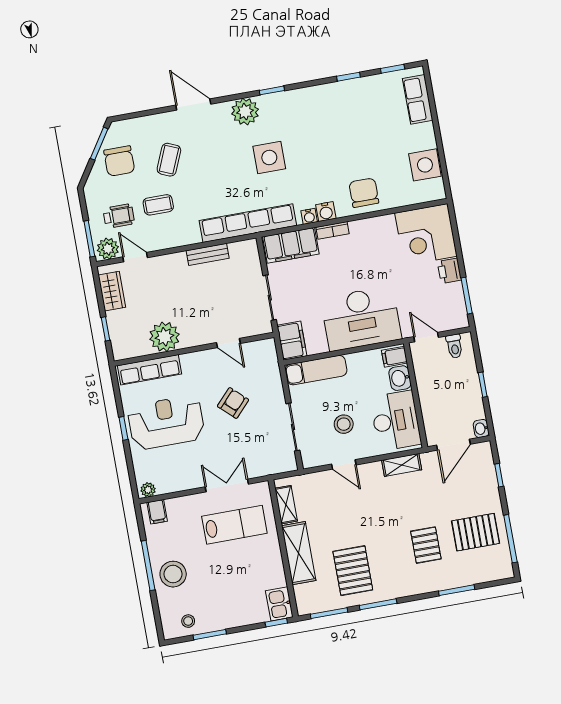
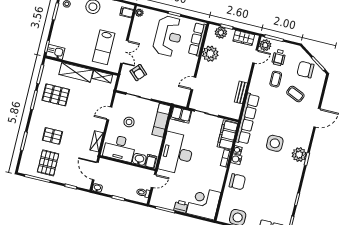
plant: (245, 112) -> (299, 155), moved
plant: (120, 334) -> (221, 33), added
armchair: (233, 403) -> (138, 73), moved

